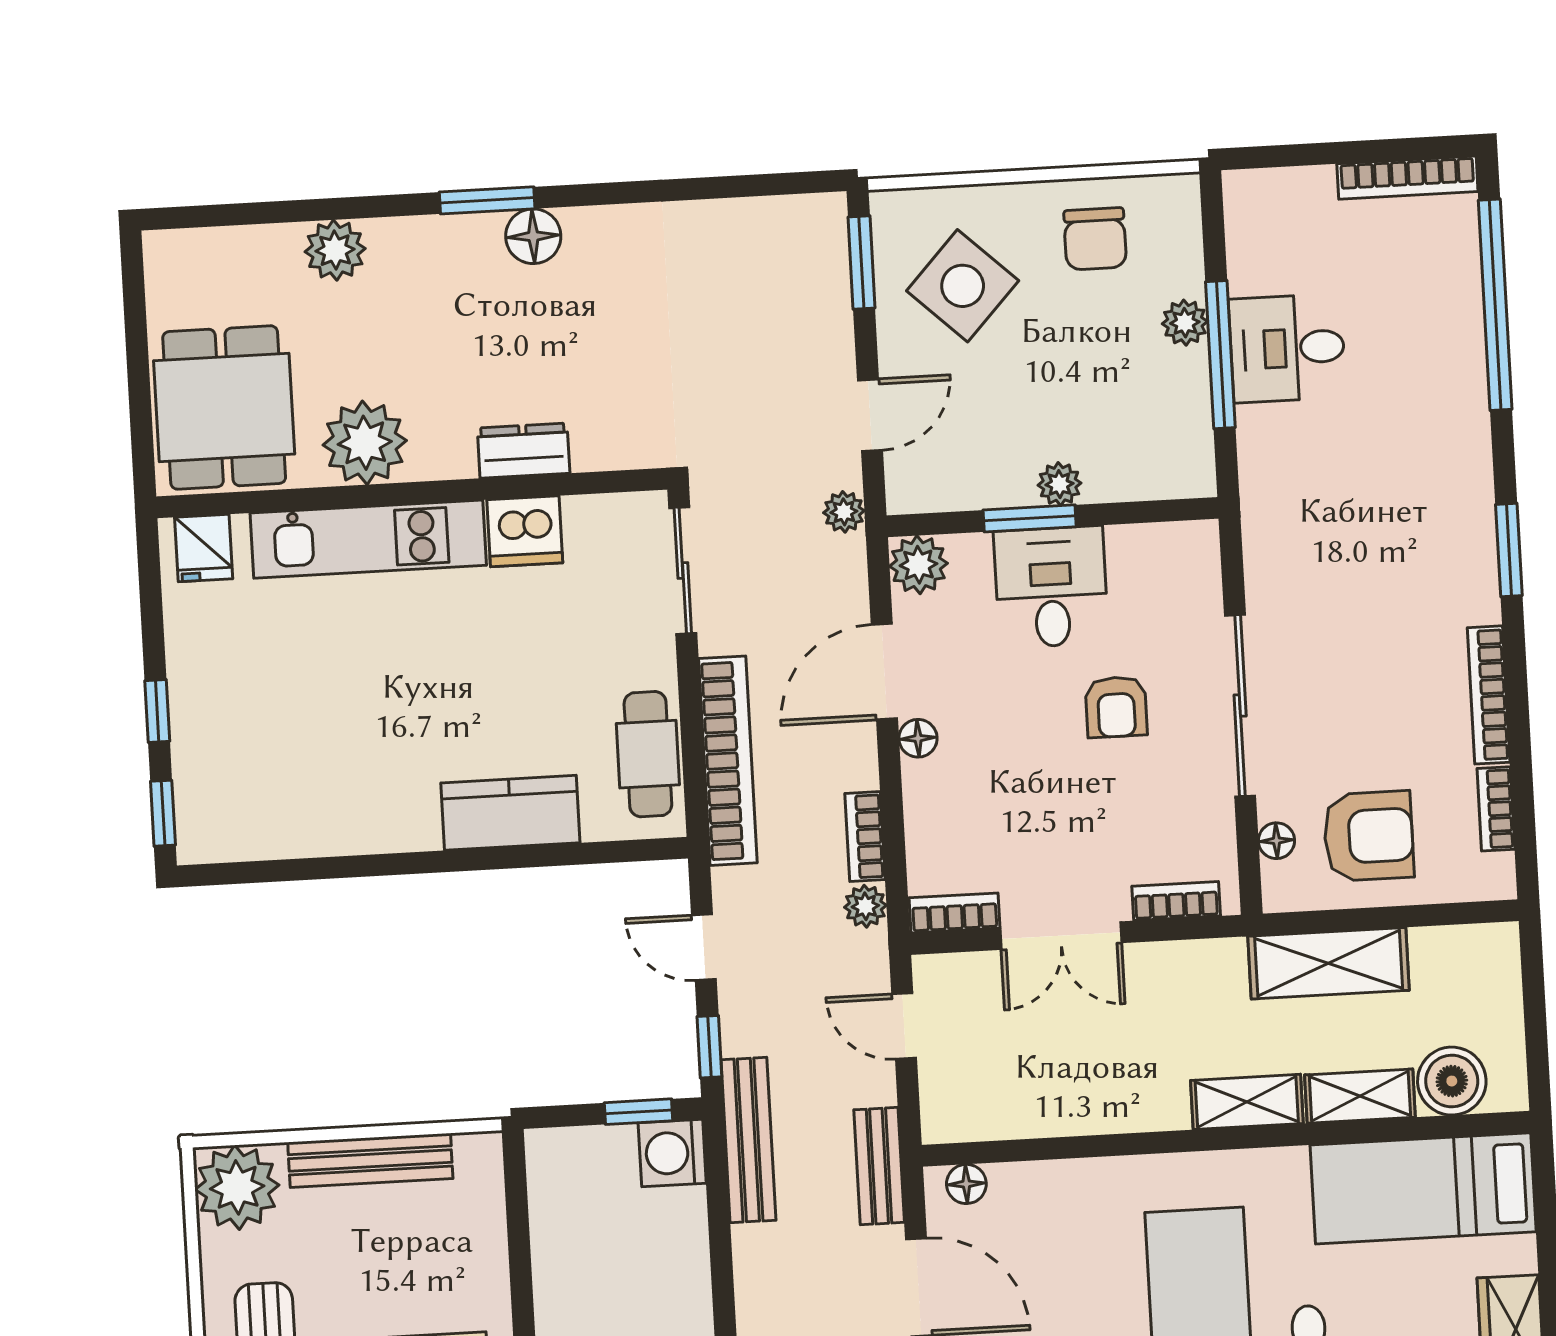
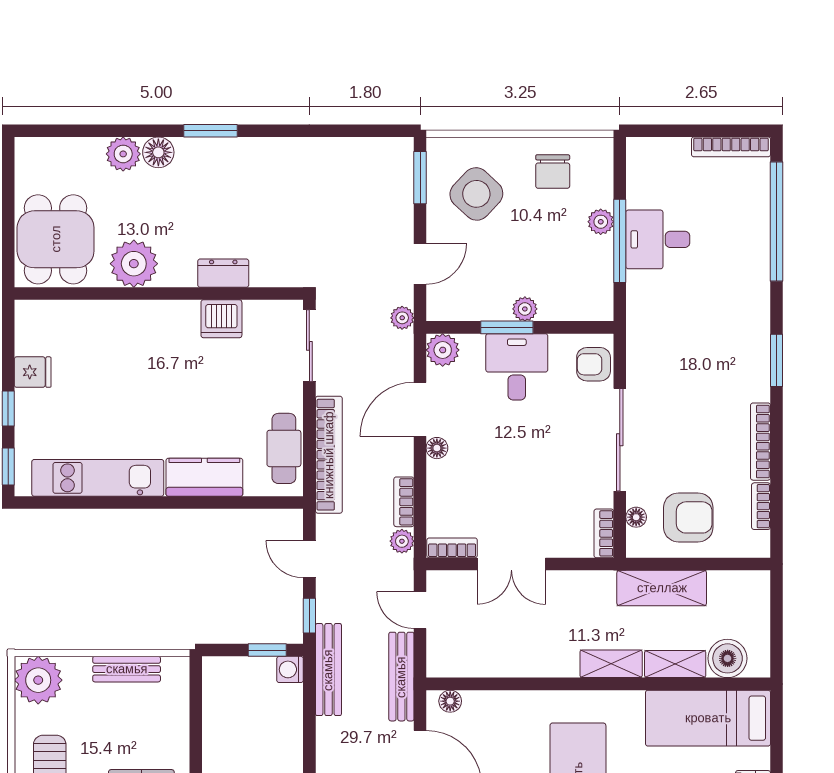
floor lamp: (533, 236) -> (158, 152), moved
kitchen unit: (368, 539) -> (98, 478), moved, turned 180
fridge: (204, 548) -> (33, 372), moved, turned -90
armchair: (1116, 707) -> (594, 364), moved, turned 90
bookcase: (1176, 901) -> (604, 533), moved, turned -90
washing machine: (672, 1153) -> (290, 669), width x0.73, depth x0.73
bench: (370, 1160) -> (127, 669), width x0.73
bench: (879, 1166) -> (401, 677), width x1.36

